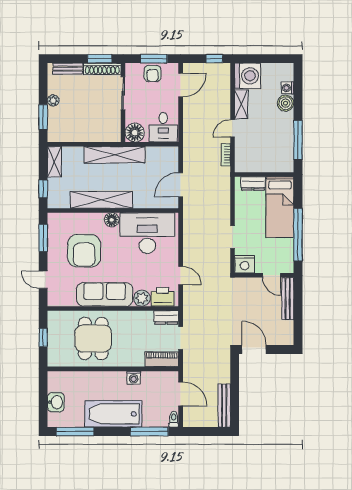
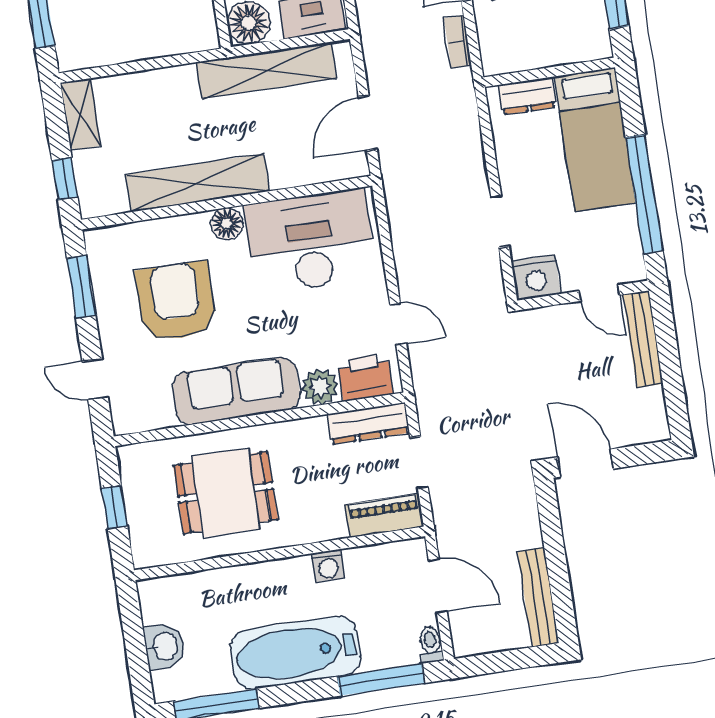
shelving: (115, 155) -> (266, 70), moved
armchair: (84, 251) -> (176, 301), turned 180
dresser: (166, 317) -> (368, 423), width x1.44
dining table: (93, 339) -> (226, 493), turned 90

